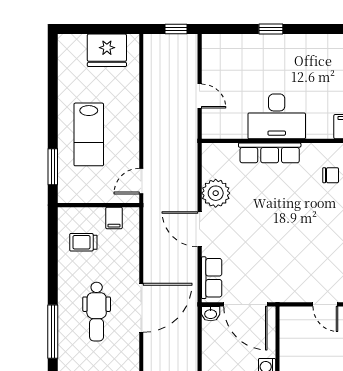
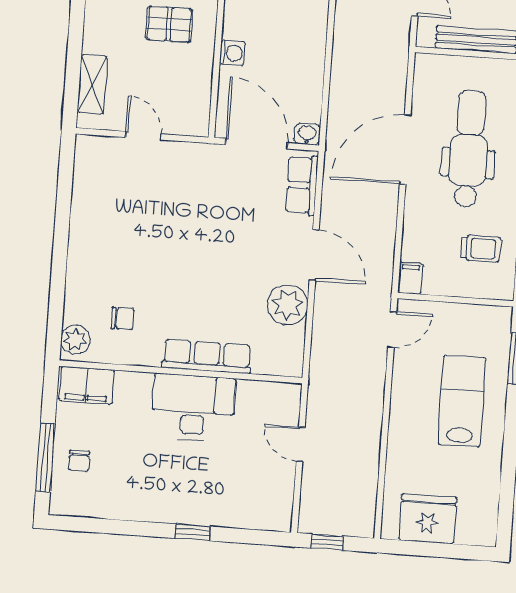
chair: (331, 175) -> (122, 319), turned 180
filing cabinet: (114, 218) -> (410, 278), moved
dental chair: (97, 312) -> (469, 149), width x1.36, depth x1.38

